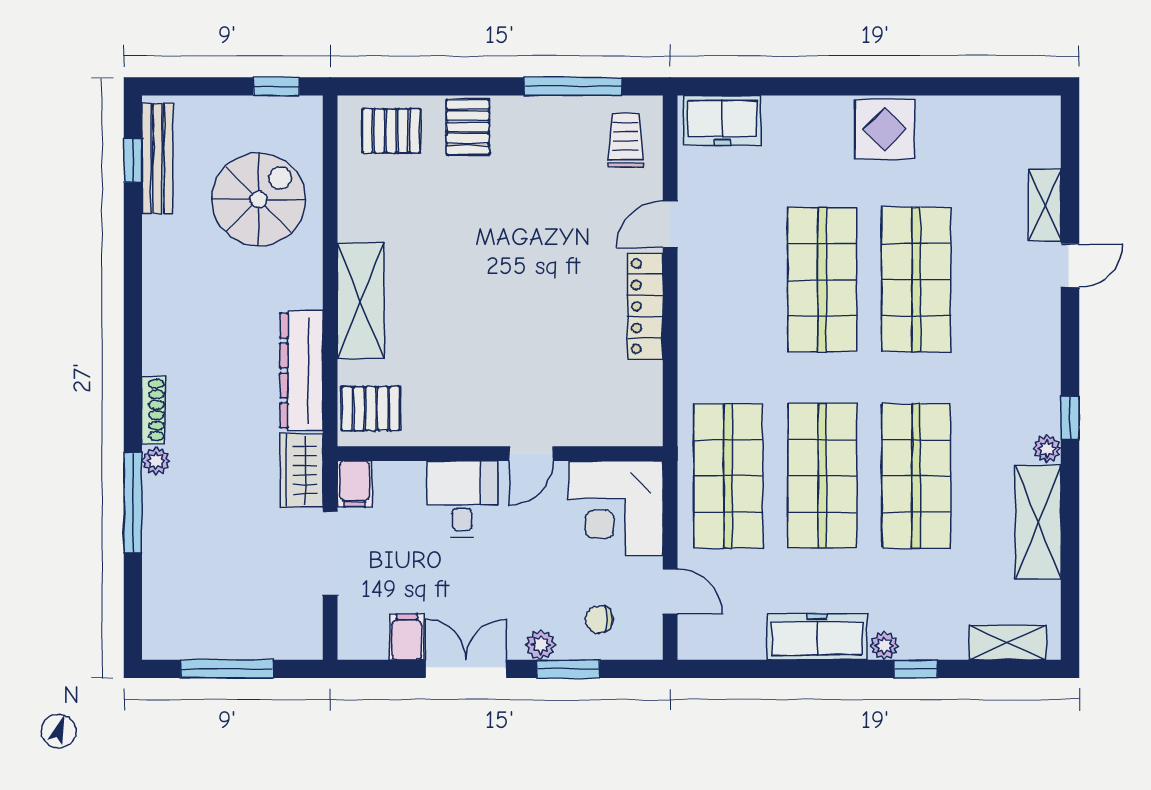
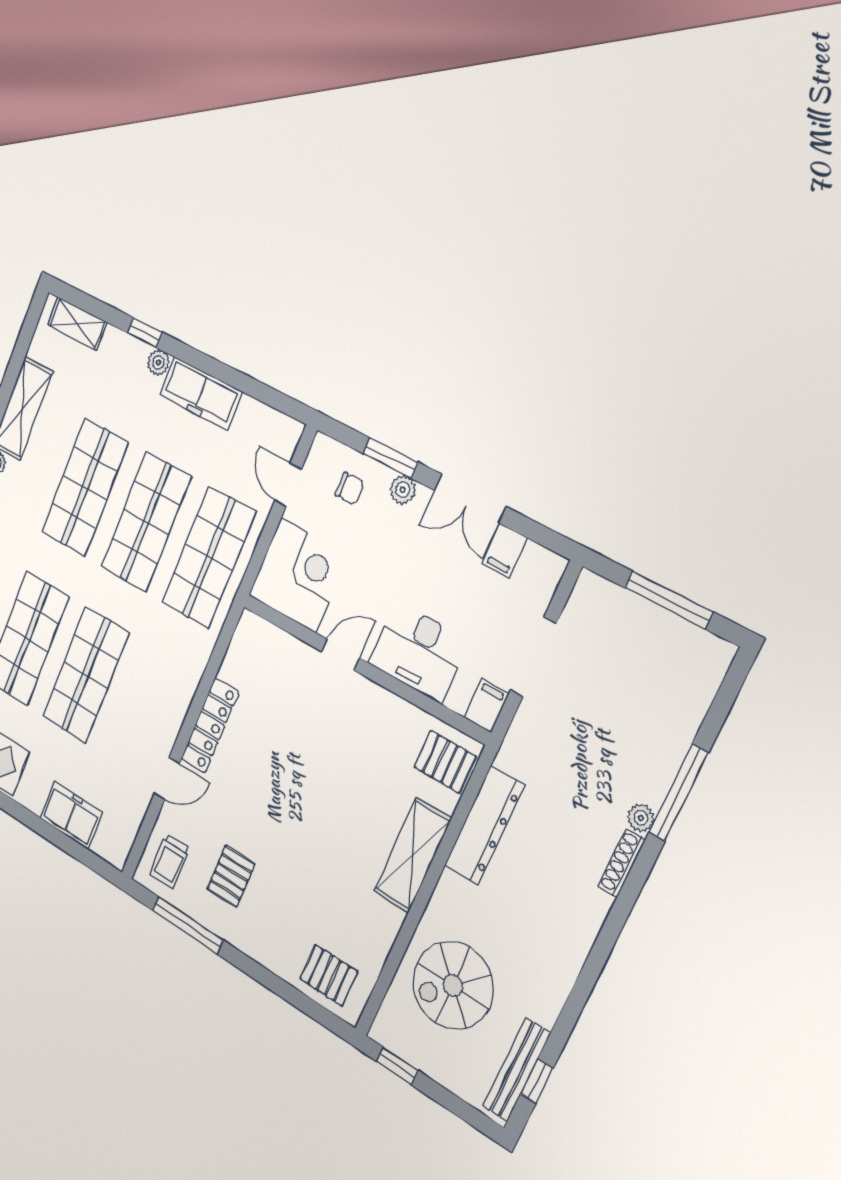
freezer: (722, 121) -> (71, 815), moved
pallet: (468, 127) -> (231, 876), moved
wardrobe: (301, 470) -> (524, 741), removed
desk: (462, 499) -> (419, 652), width x1.37

